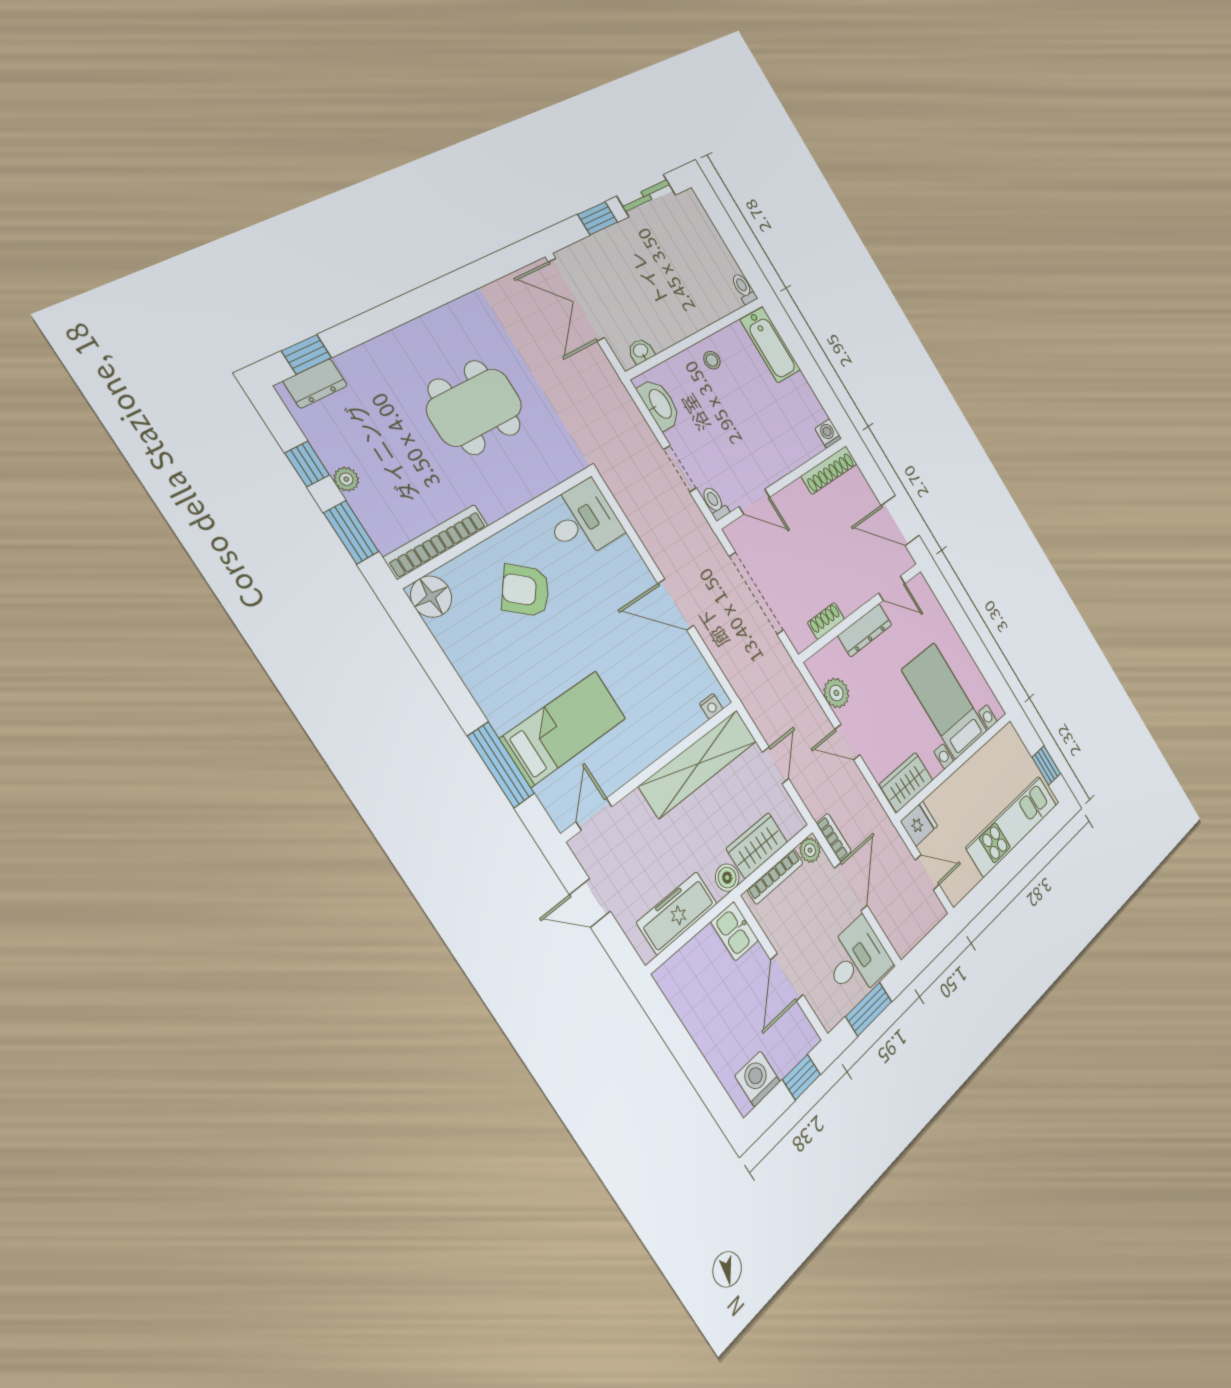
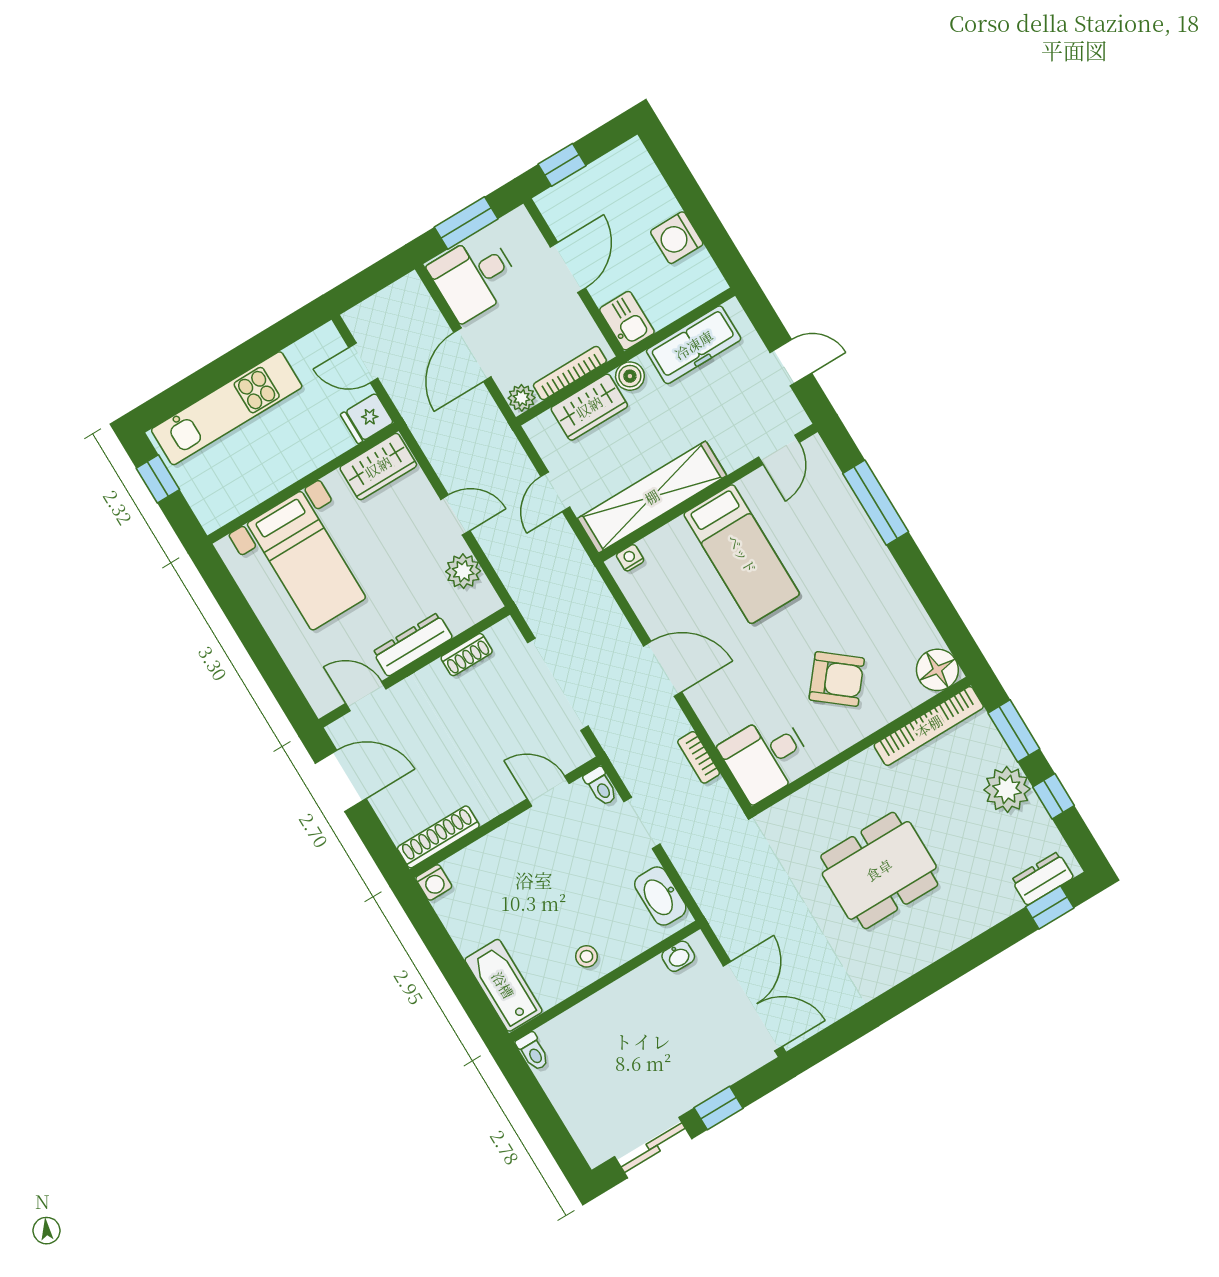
plant: (346, 479) -> (1007, 789), width x1.87, depth x1.87
bed: (564, 728) -> (742, 554), moved, turned -90
bookcase: (834, 837) -> (699, 757), moved
washing machine: (758, 1079) -> (677, 238), moved, turned 90

